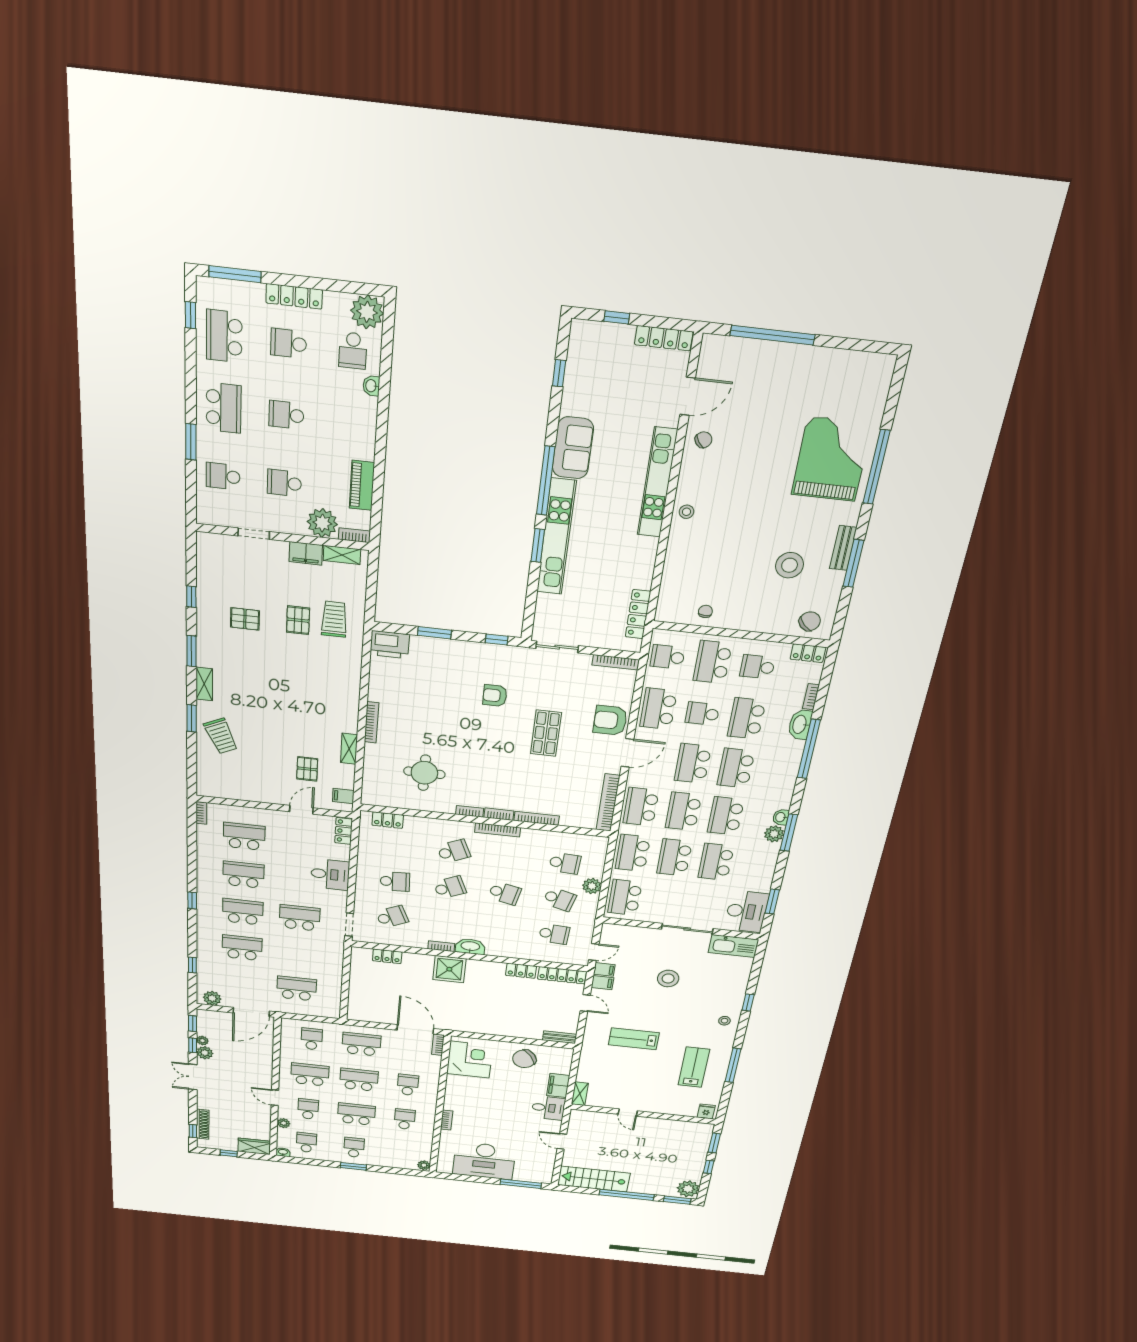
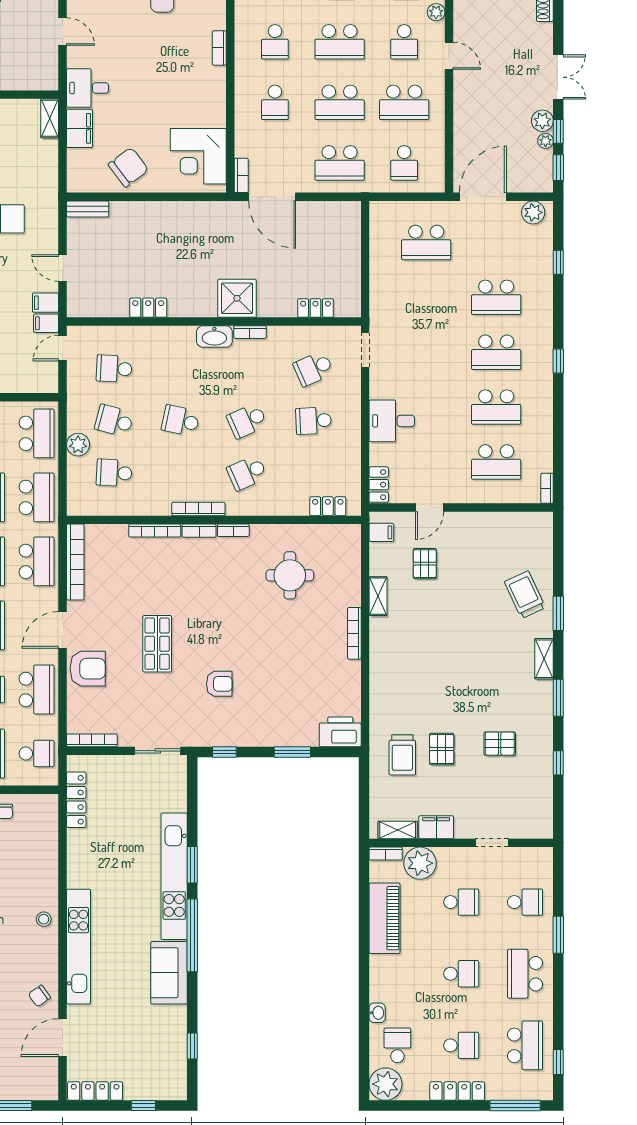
piano: (362, 485) -> (385, 918), width x1.37, depth x1.33
school desk: (300, 918) -> (426, 352), removed
locker: (562, 975) -> (97, 307), removed

